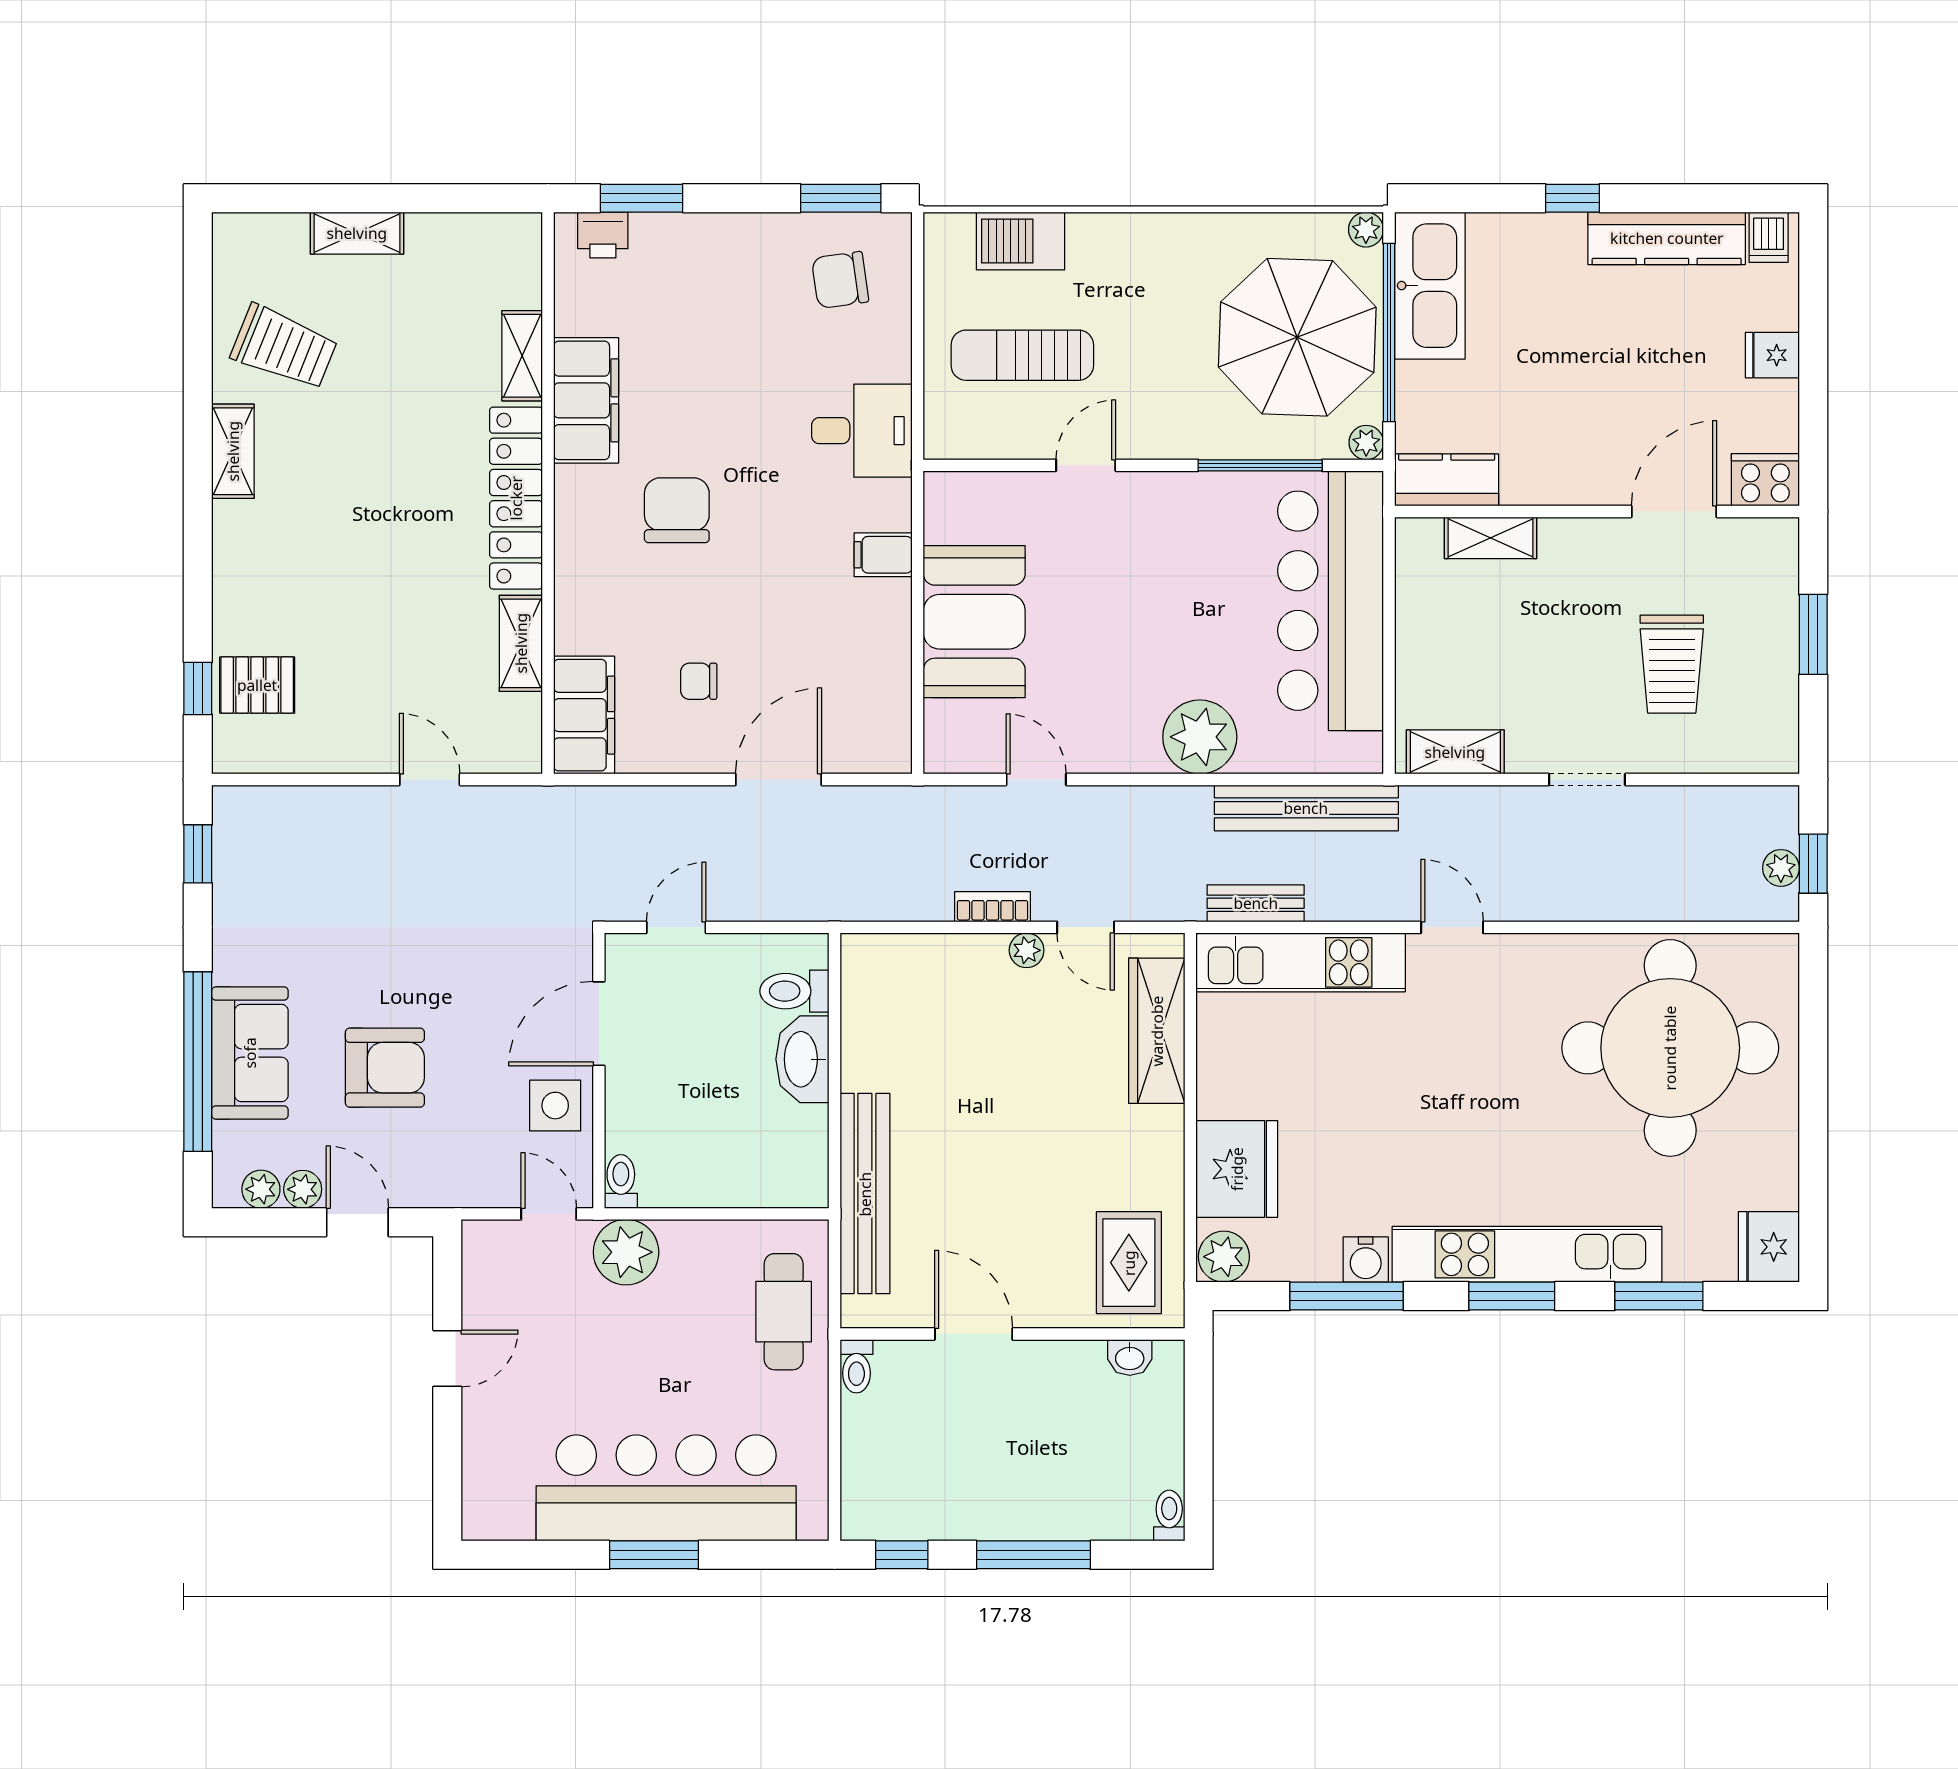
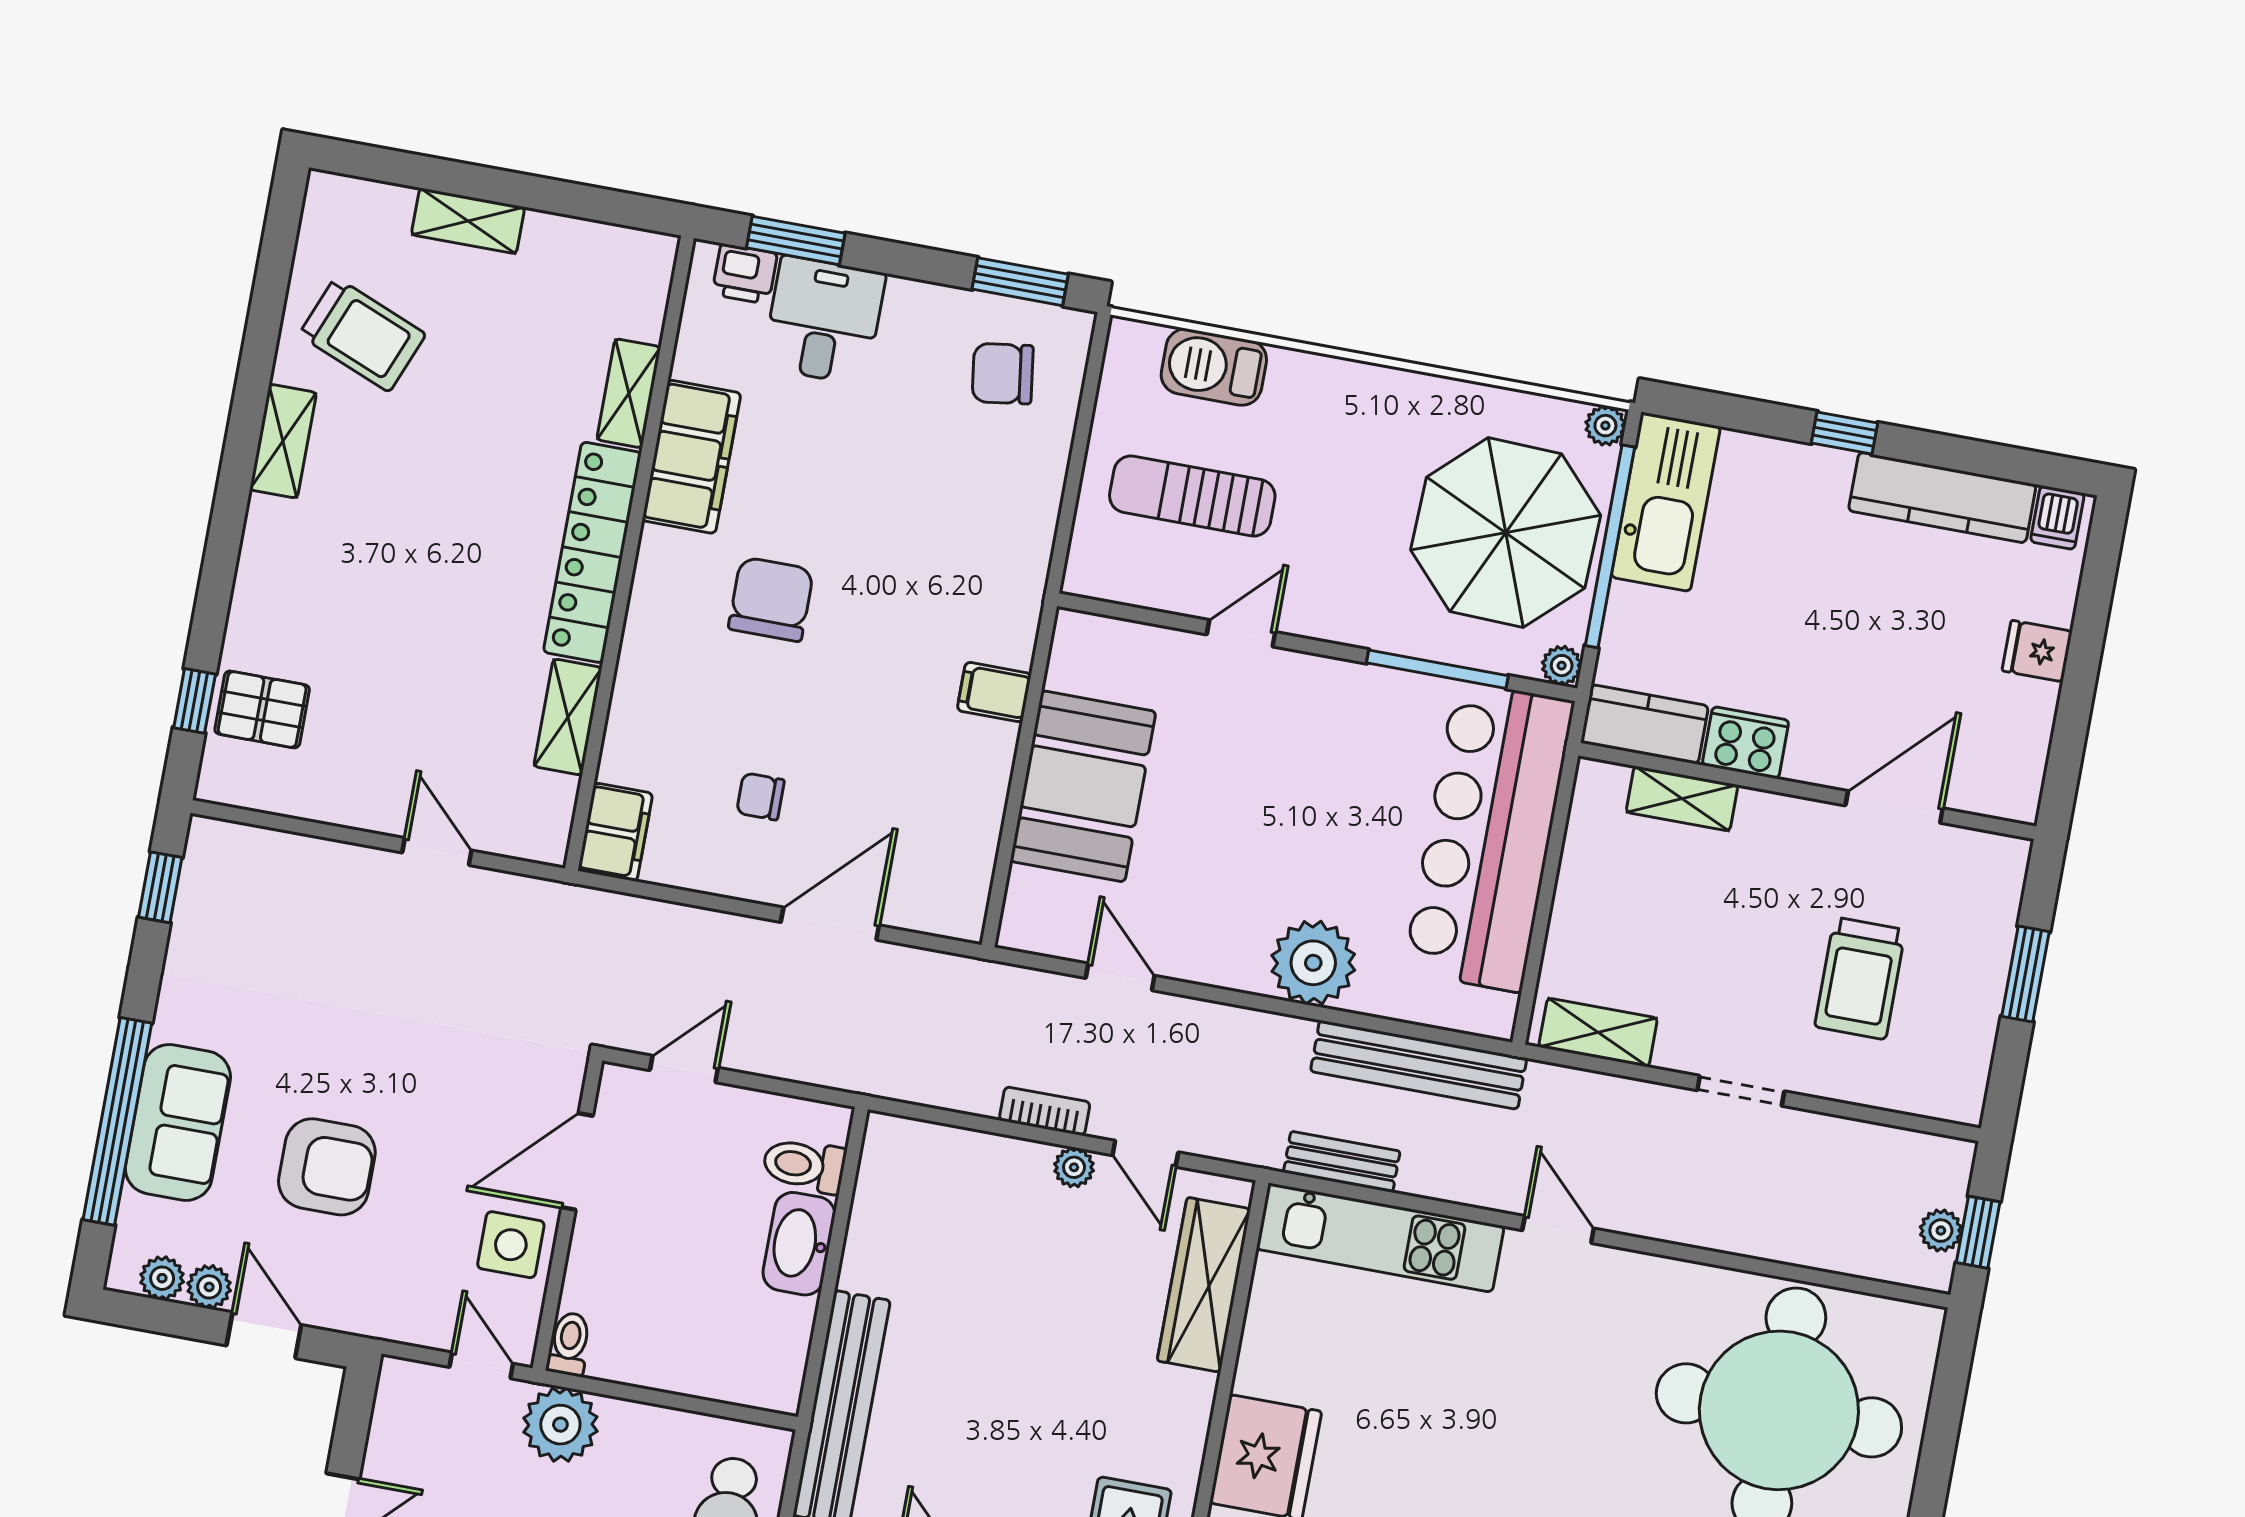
desk: (862, 431) -> (824, 320), moved, turned -90
cooker: (1765, 480) -> (1746, 743), moved
filing cabinet: (584, 715) -> (615, 832), width x0.67, depth x0.86

